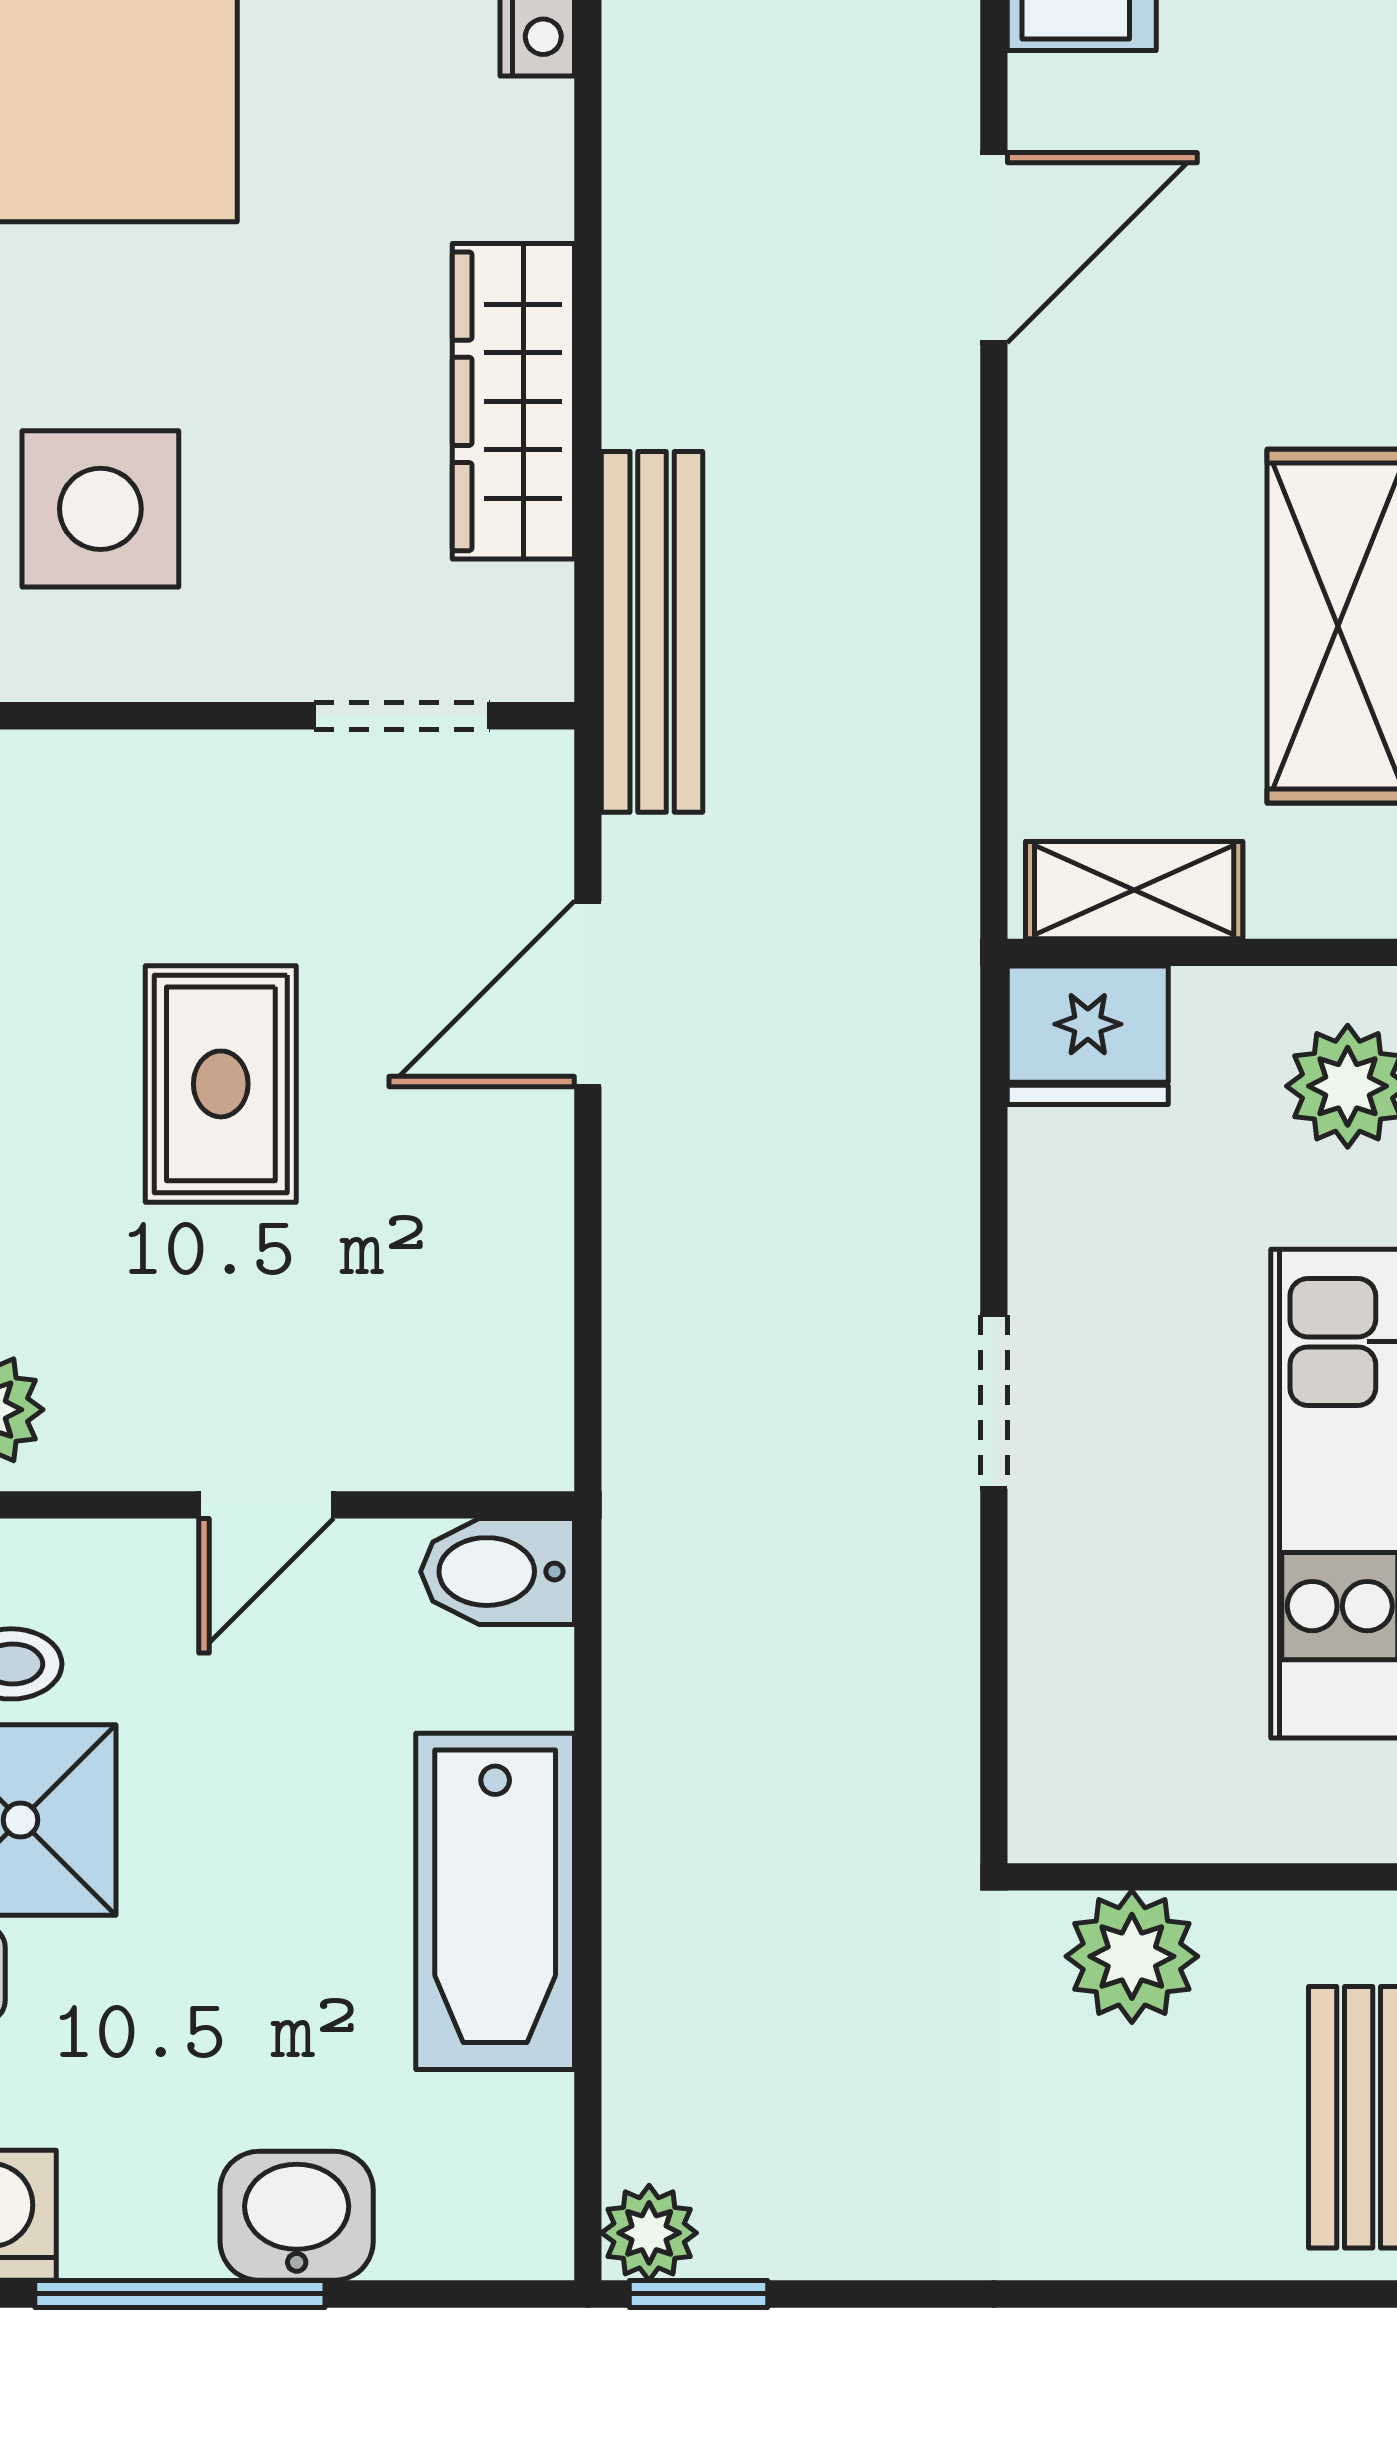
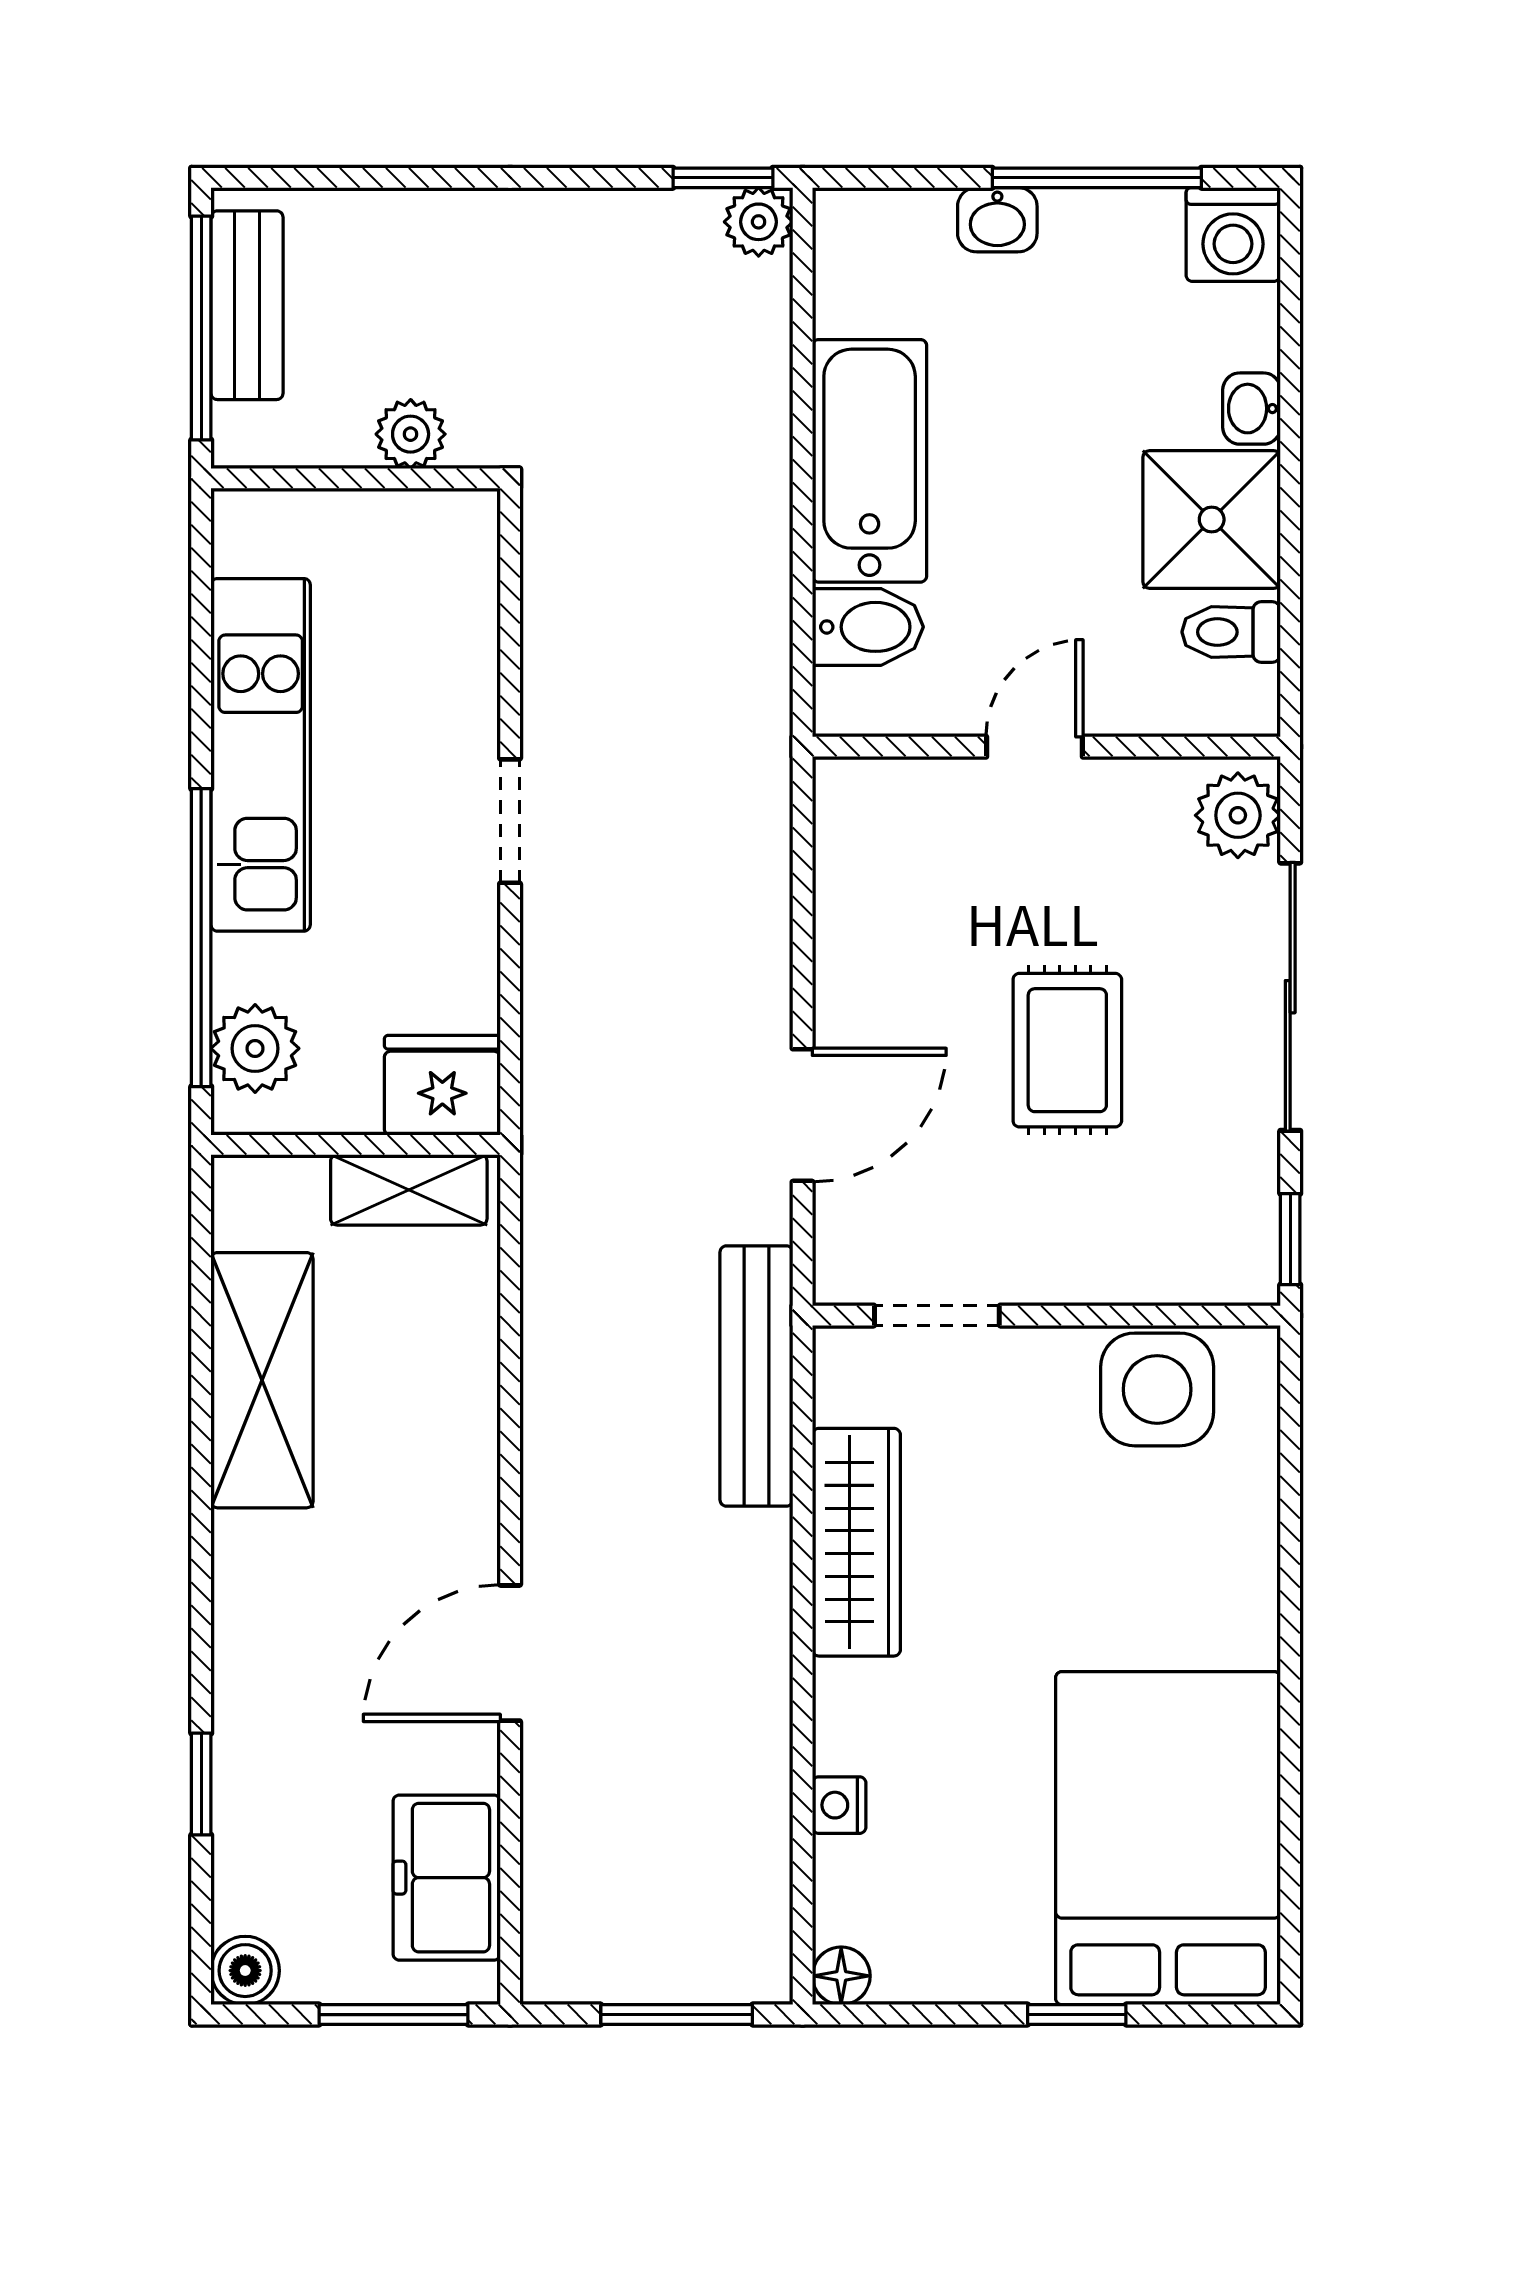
side table: (100, 509) -> (1157, 1389), moved
bidet: (497, 1572) -> (868, 627), moved
plant: (1132, 1956) -> (411, 434), width x0.73, depth x0.73
washbasin: (297, 2216) -> (997, 220), width x0.72, depth x0.69

